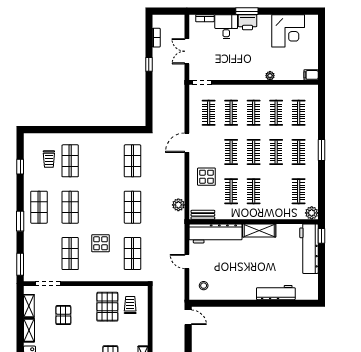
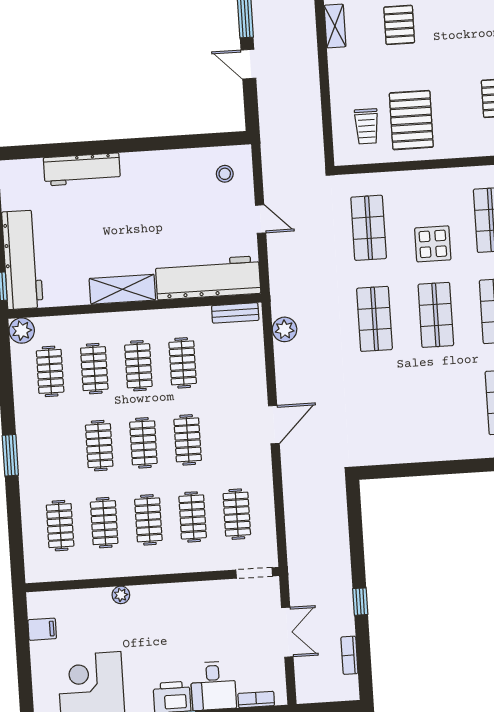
filing cabinet: (311, 75) -> (42, 629), moved
door: (187, 143) -> (274, 425), moved
clothes rail: (299, 152) -> (94, 369), moved
shop shelf: (132, 161) -> (436, 315), moved
display table: (206, 177) -> (233, 388), removed
door: (188, 317) -> (248, 64), moved

